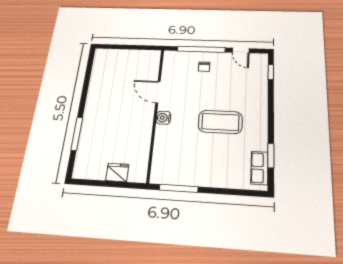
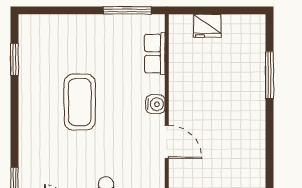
coffee table: (220, 122) -> (80, 102), turned 90
row of seats: (260, 168) -> (155, 54), moved, turned 180

